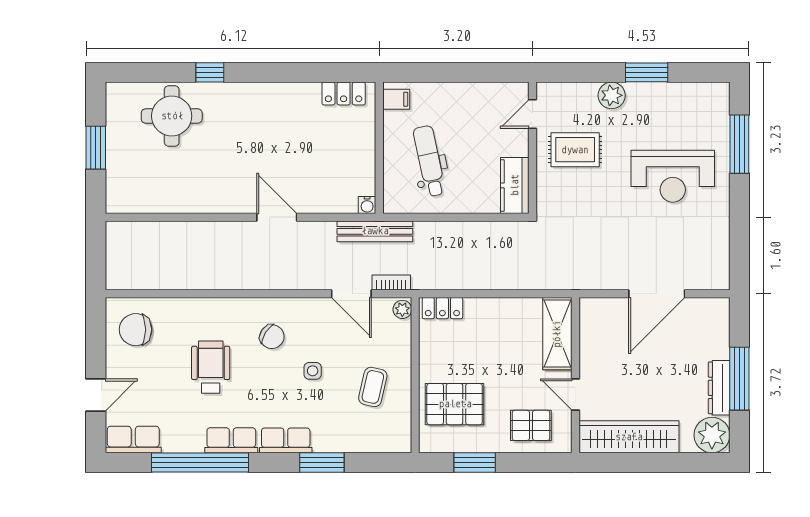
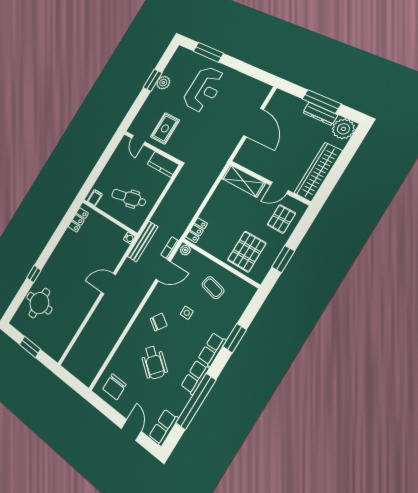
plant: (612, 95) -> (163, 83), moved
wheelchair: (211, 367) -> (154, 362), turned -141

